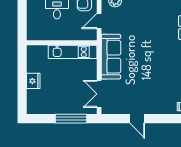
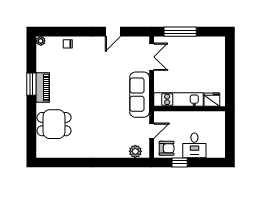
fridge: (33, 81) -> (212, 100), moved, turned 90
door: (137, 119) -> (113, 32), swing flipped

